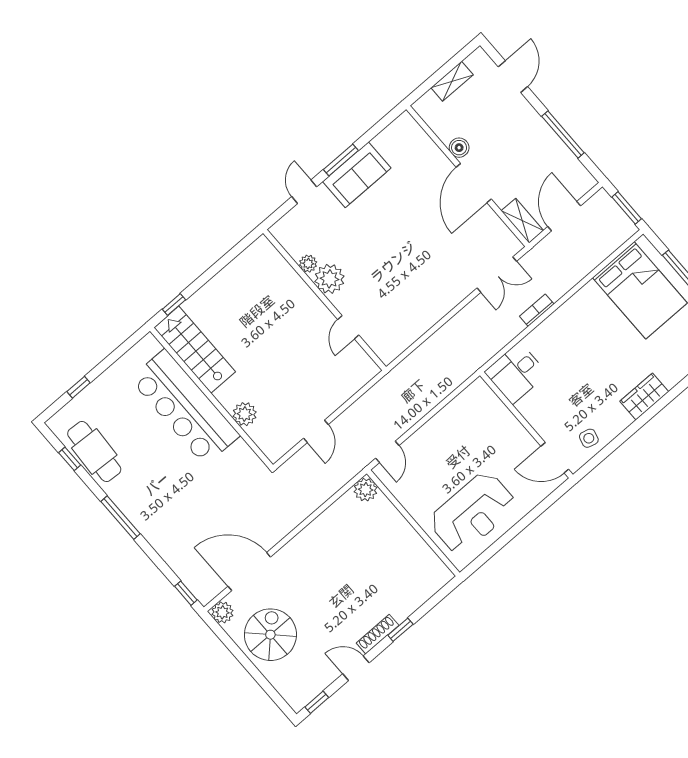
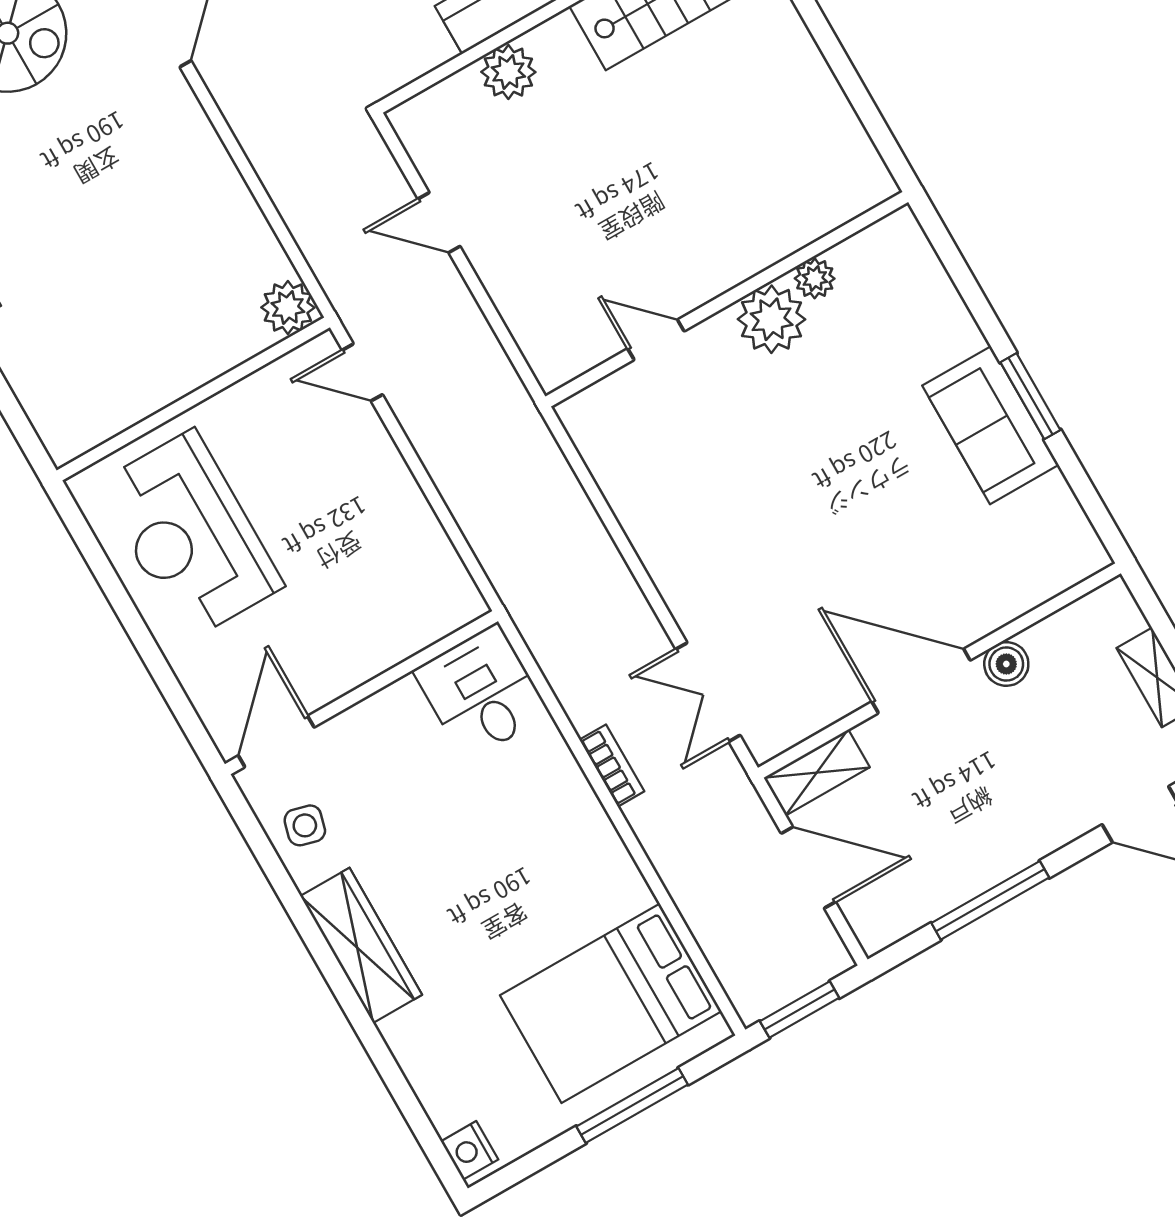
door: (304, 192) -> (976, 301), removed
wardrobe: (644, 396) -> (361, 945), width x1.50

